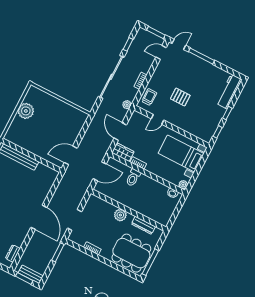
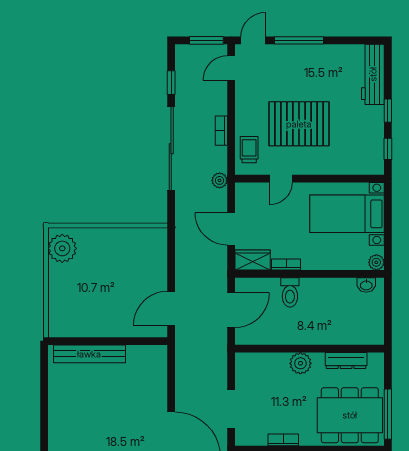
pallet: (180, 97) -> (299, 124), width x2.05, depth x2.00
plant: (26, 111) -> (62, 248), moved

